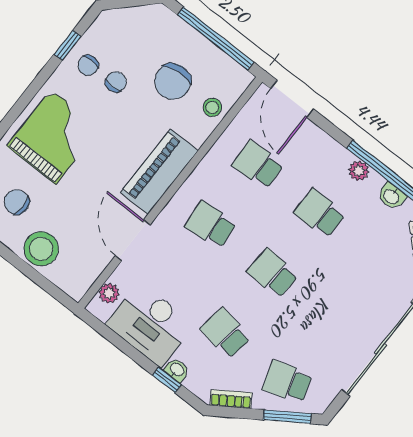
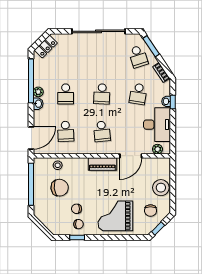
piano: (159, 172) -> (102, 164), width x0.73, depth x0.75
washbasin: (392, 196) -> (38, 104), moved

